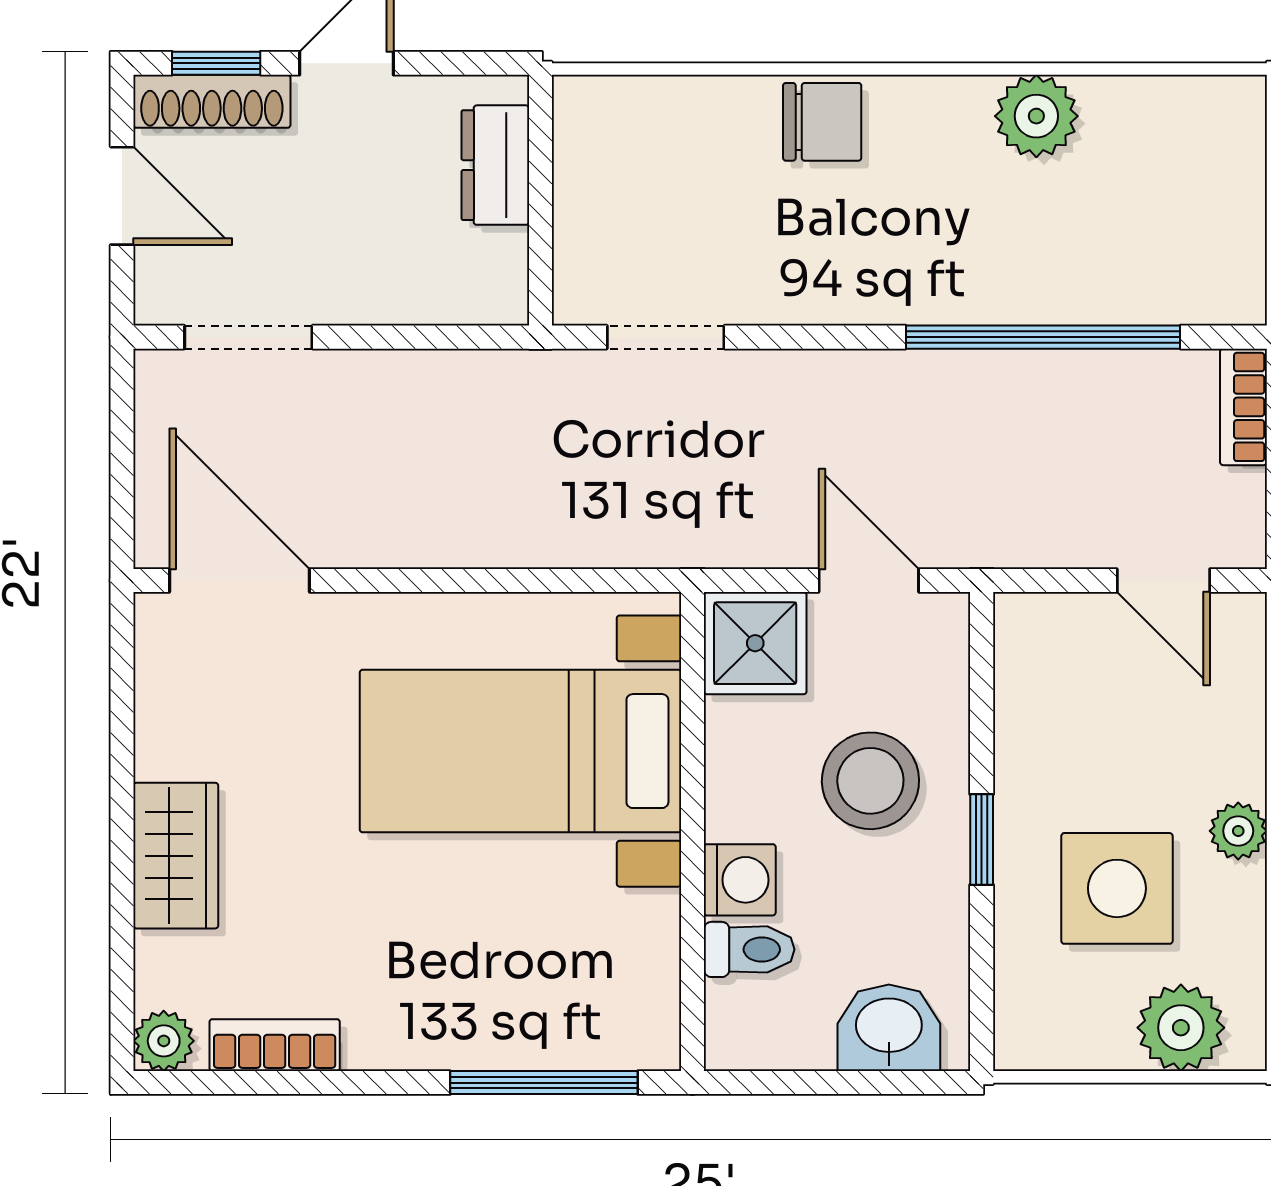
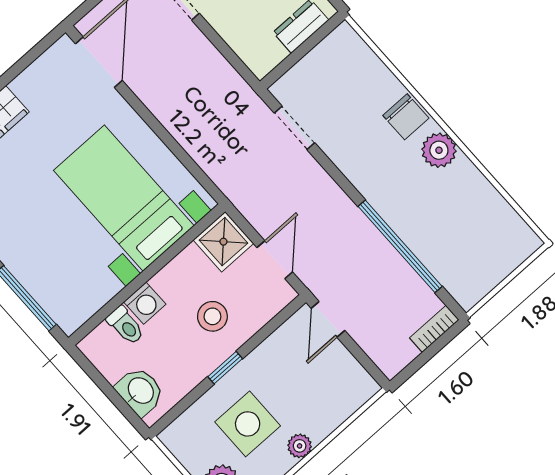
plant: (1036, 116) -> (439, 150), moved
door: (1163, 581) -> (328, 319), moved
stool: (870, 781) -> (212, 316), width x0.73, depth x0.73

